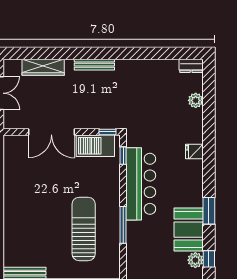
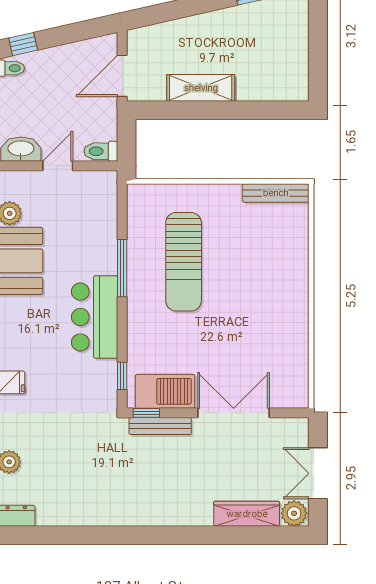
bench: (94, 65) -> (160, 426), moved
plant: (13, 67) -> (294, 513), added
bar counter: (141, 184) -> (95, 317), width x0.73

